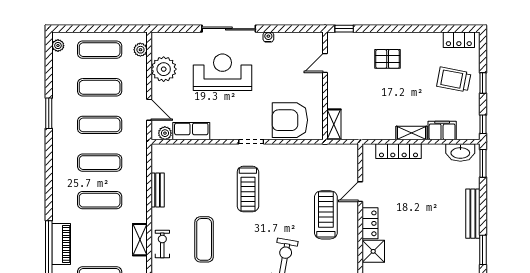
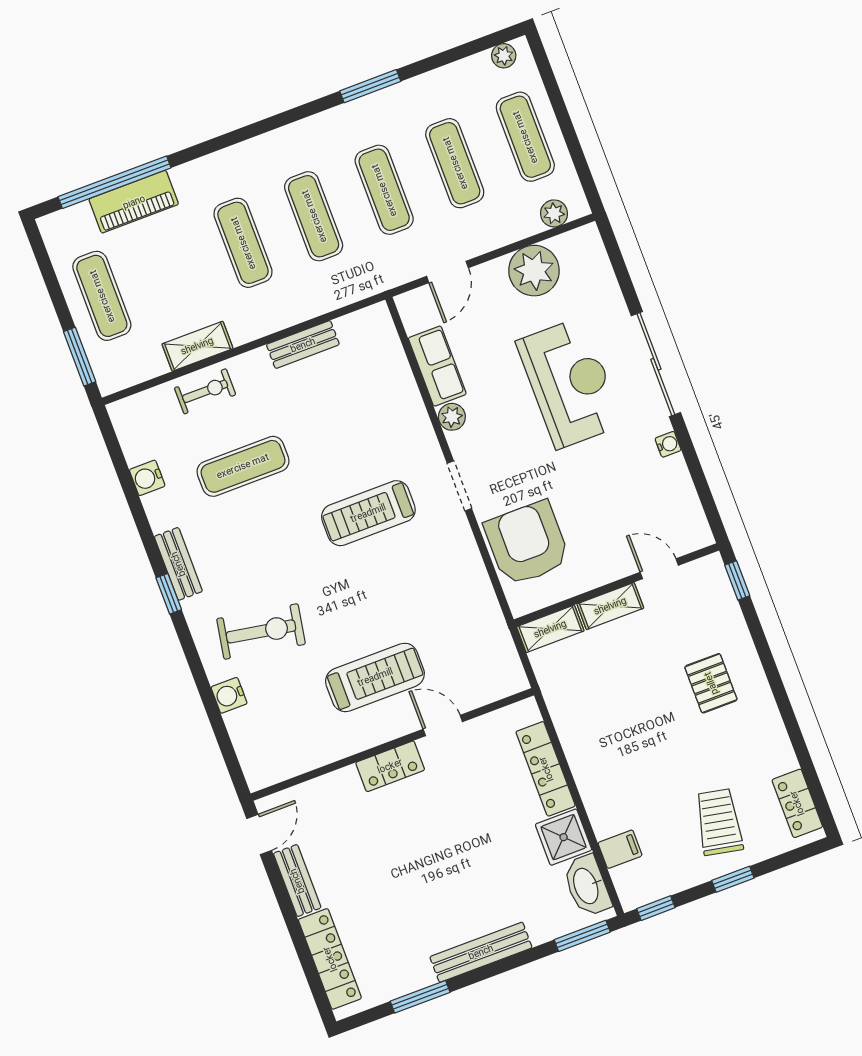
filing cabinet: (442, 131) -> (620, 849), width x0.50
plant: (165, 133) -> (452, 417), moved
shelving: (412, 133) -> (610, 606), moved, turned 90
shower: (373, 251) -> (564, 837), moved

